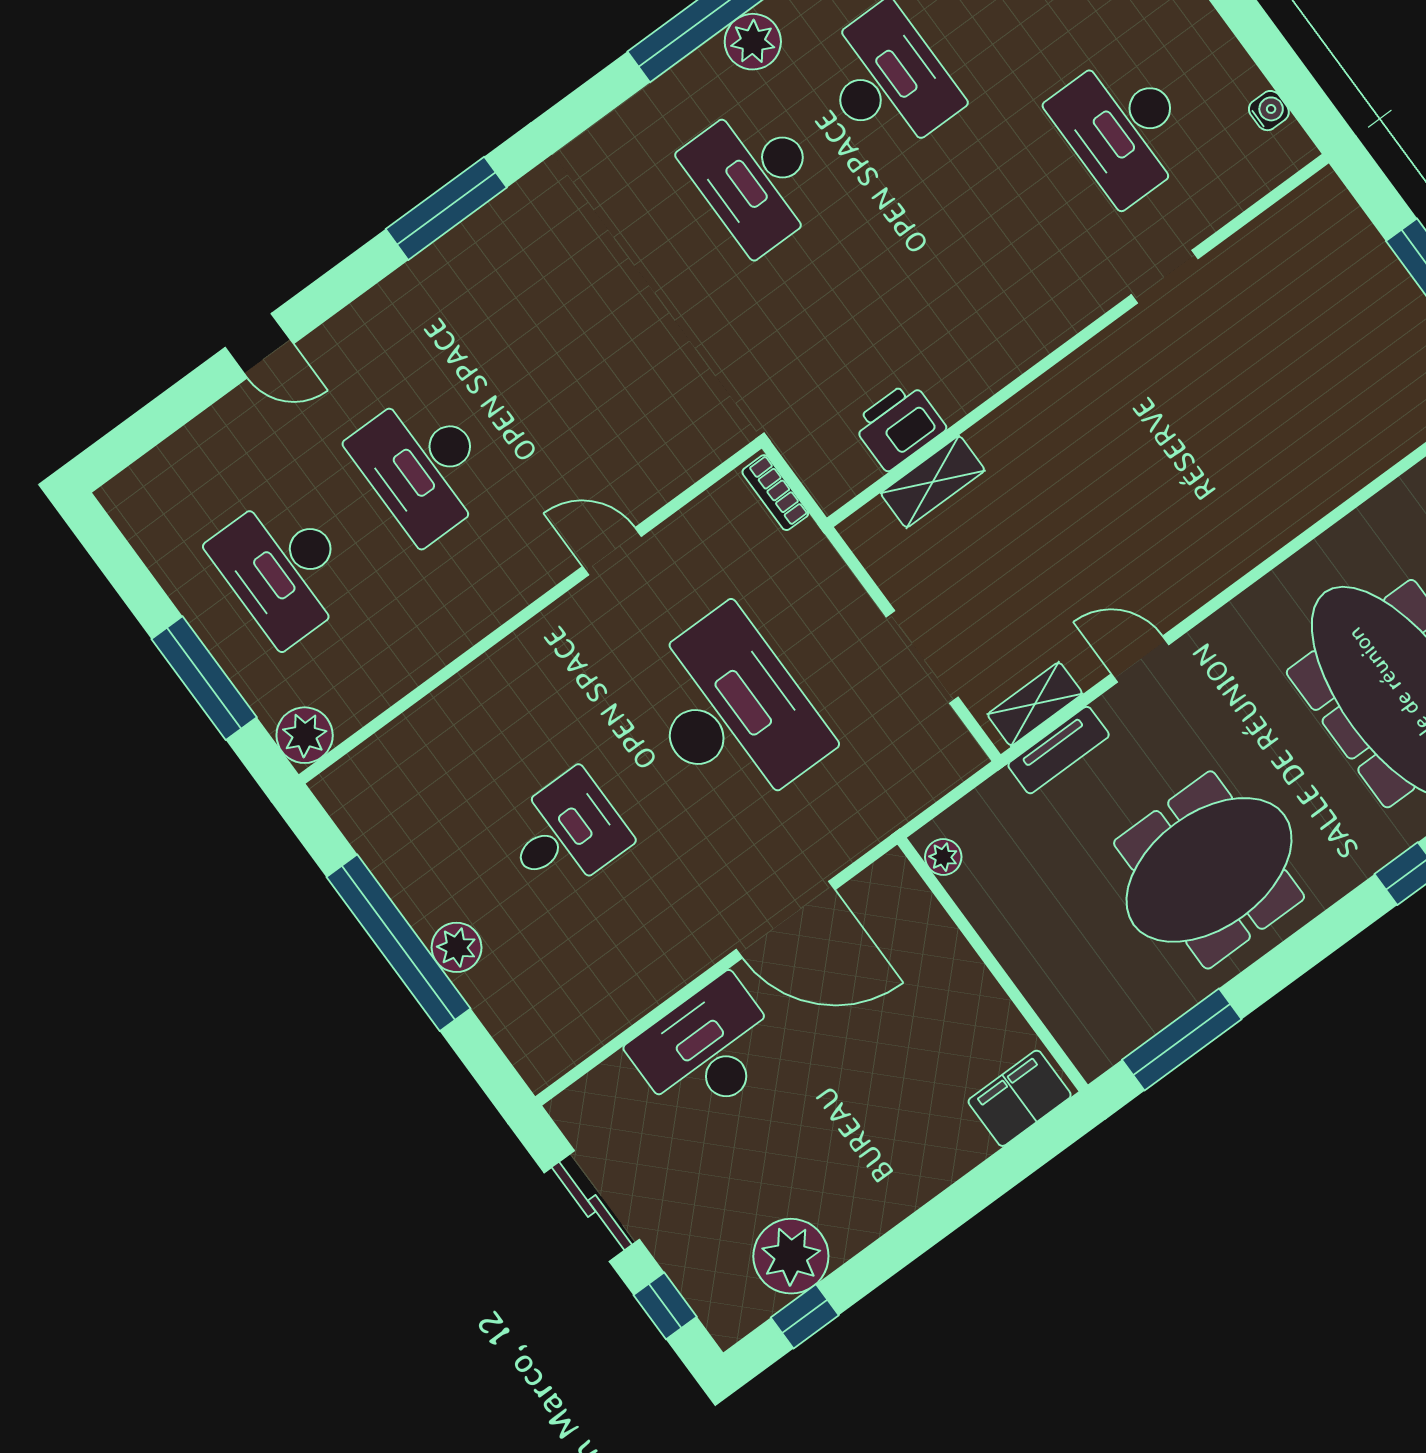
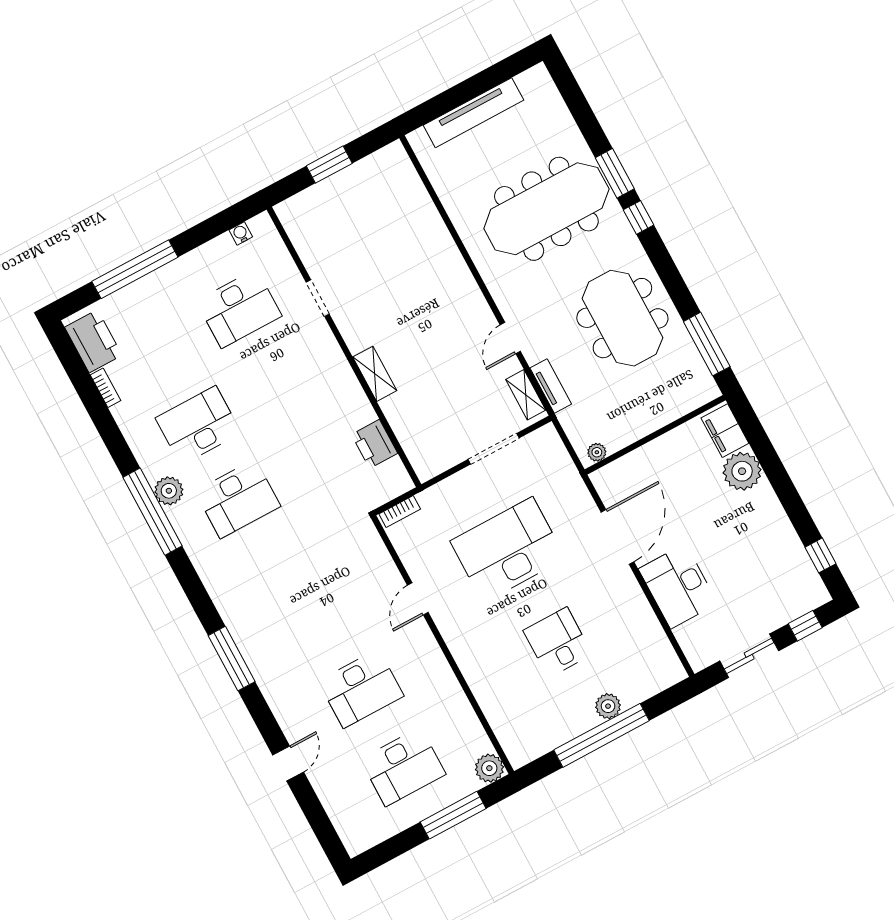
shelving: (933, 482) -> (375, 374), moved
plant: (791, 1256) -> (742, 471), moved

